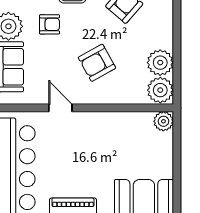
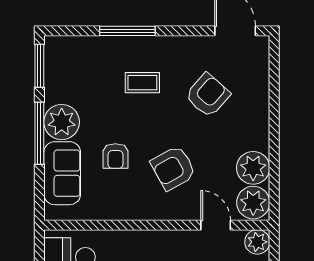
armchair: (50, 24) -> (115, 156), moved, turned 90
door: (60, 108) -> (216, 225), moved

